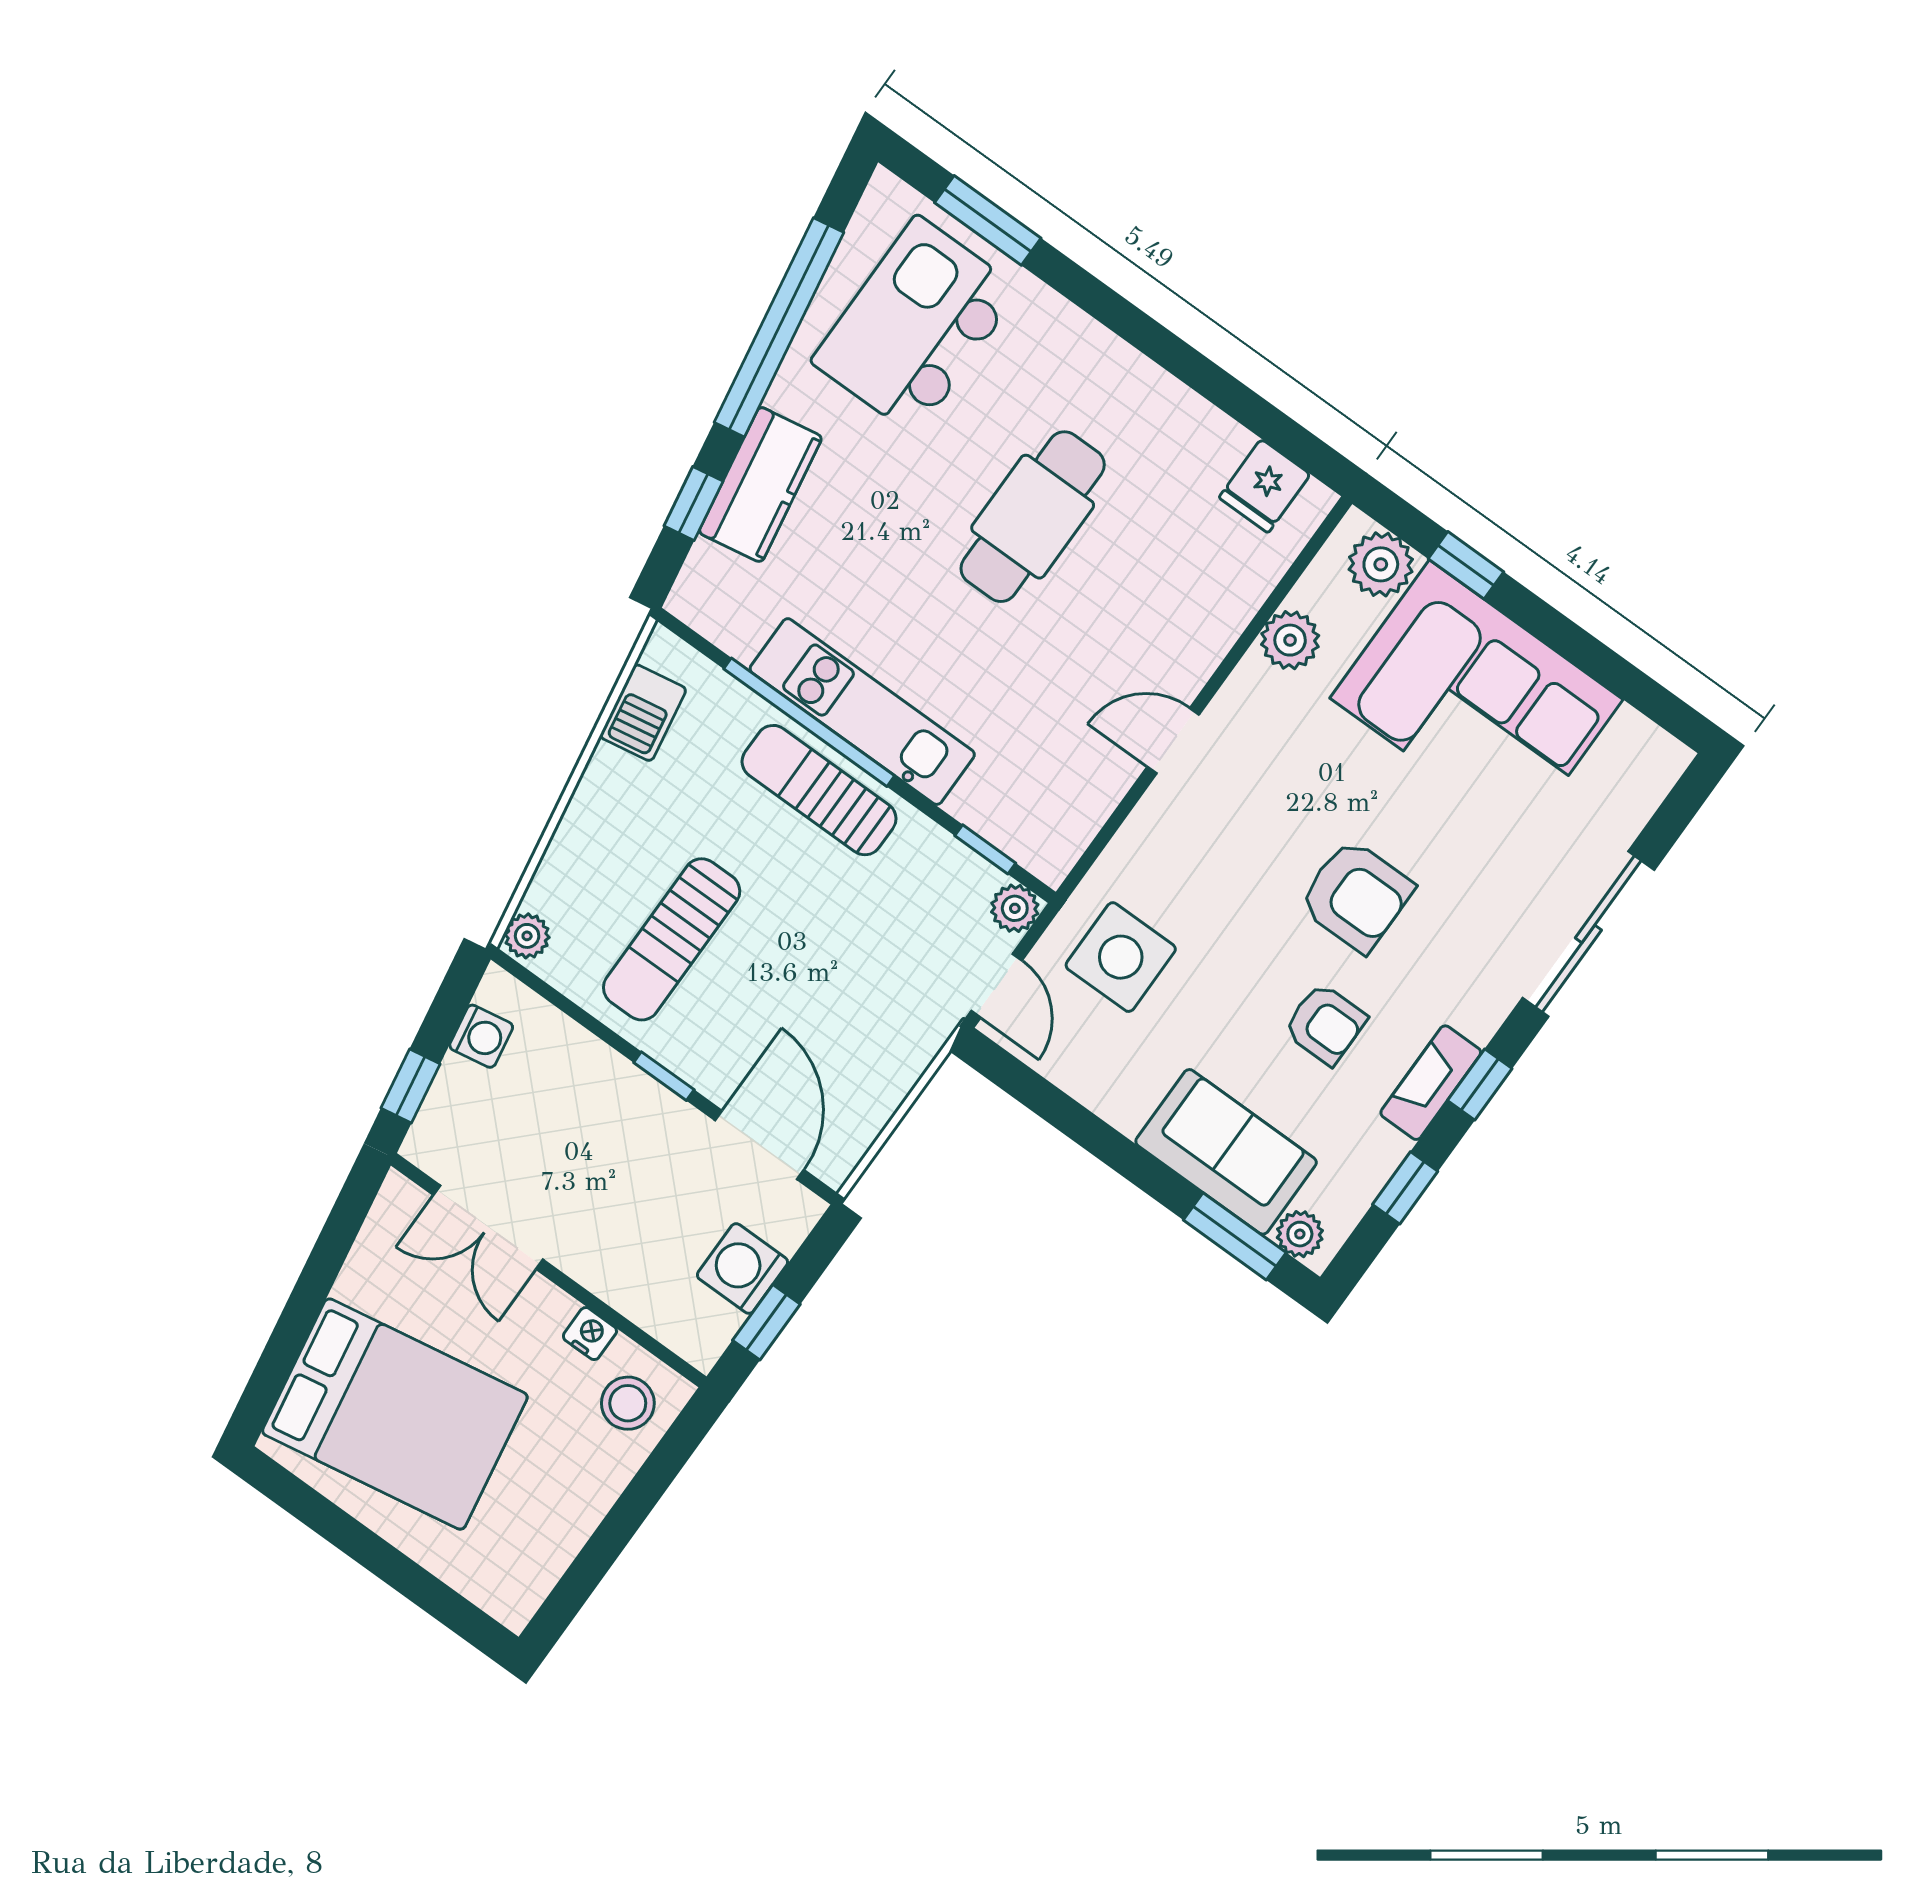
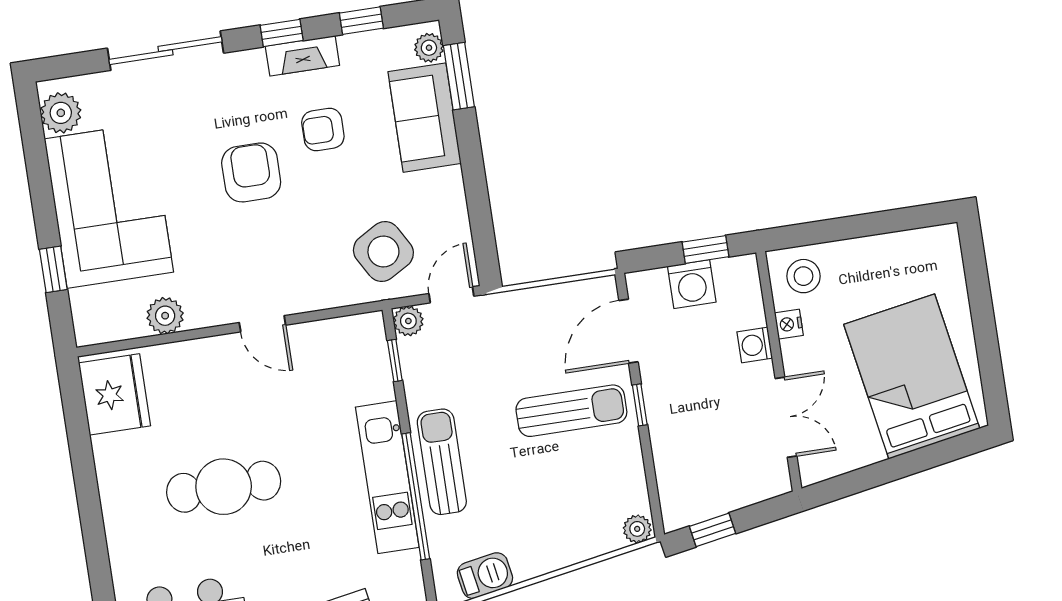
fridge: (1265, 486) -> (114, 394), width x1.88, depth x1.34
plant: (1381, 564) -> (61, 113), moved
sun lounger: (819, 790) -> (442, 462), turned 180
sun lounger: (672, 939) -> (571, 411), moved
side table: (1121, 957) -> (383, 252), turned -30
armchair: (1325, 1024) -> (323, 129), turned -90
washing machine: (481, 1036) -> (755, 345), moved, turned -80
window: (411, 1086) -> (712, 530), moved

